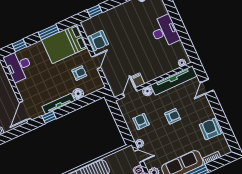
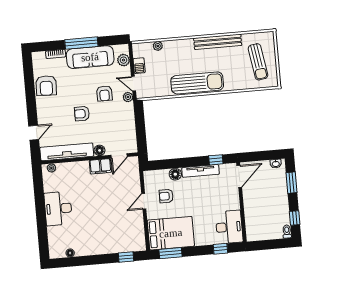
window: (49, 32) -> (171, 253), moved
armchair: (98, 41) -> (133, 224), removed
filing cabinet: (138, 80) -> (100, 166), width x2.00
armchair: (141, 122) -> (104, 93), moved

